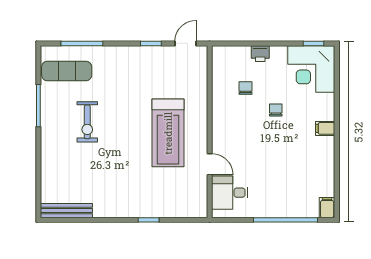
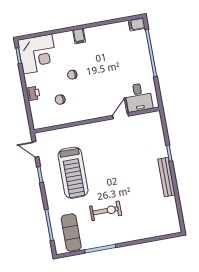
treadmill: (168, 133) -> (73, 173), moved, turned 90
bench: (66, 211) -> (166, 177), moved

